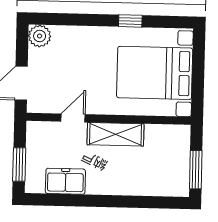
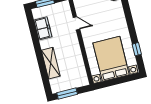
window: (130, 21) -> (137, 49), moved
shelving: (115, 134) -> (51, 63), moved

